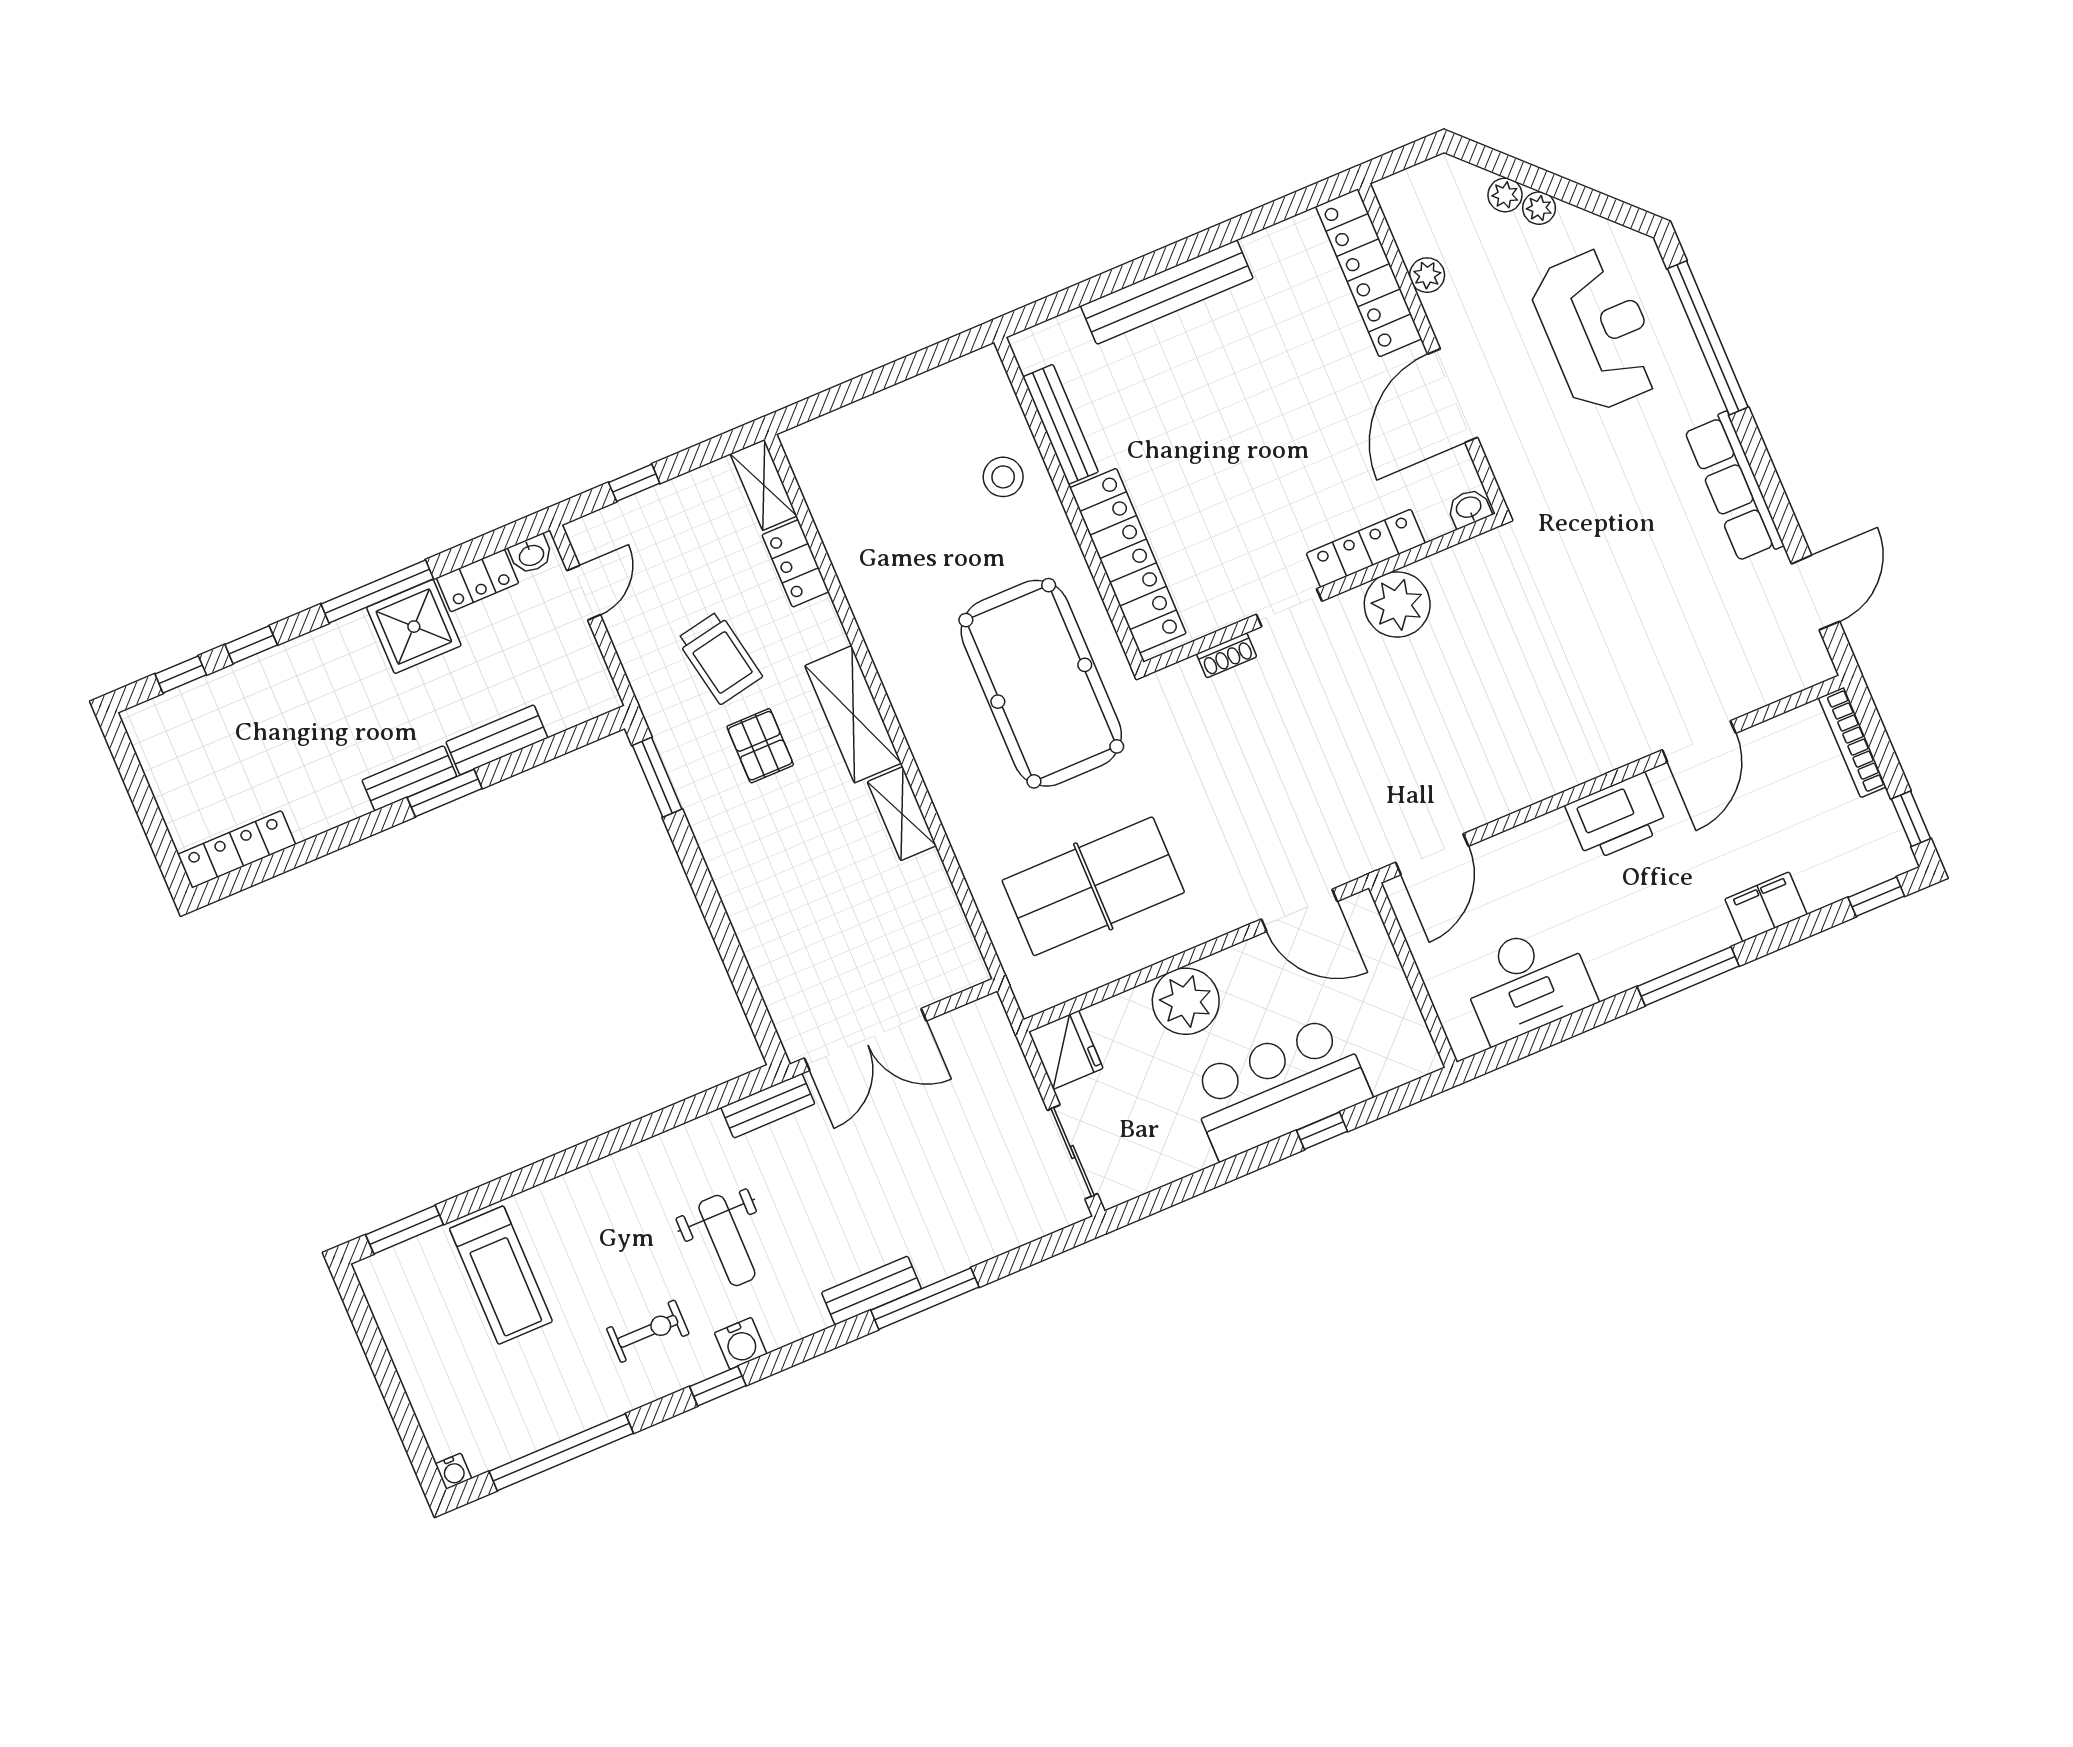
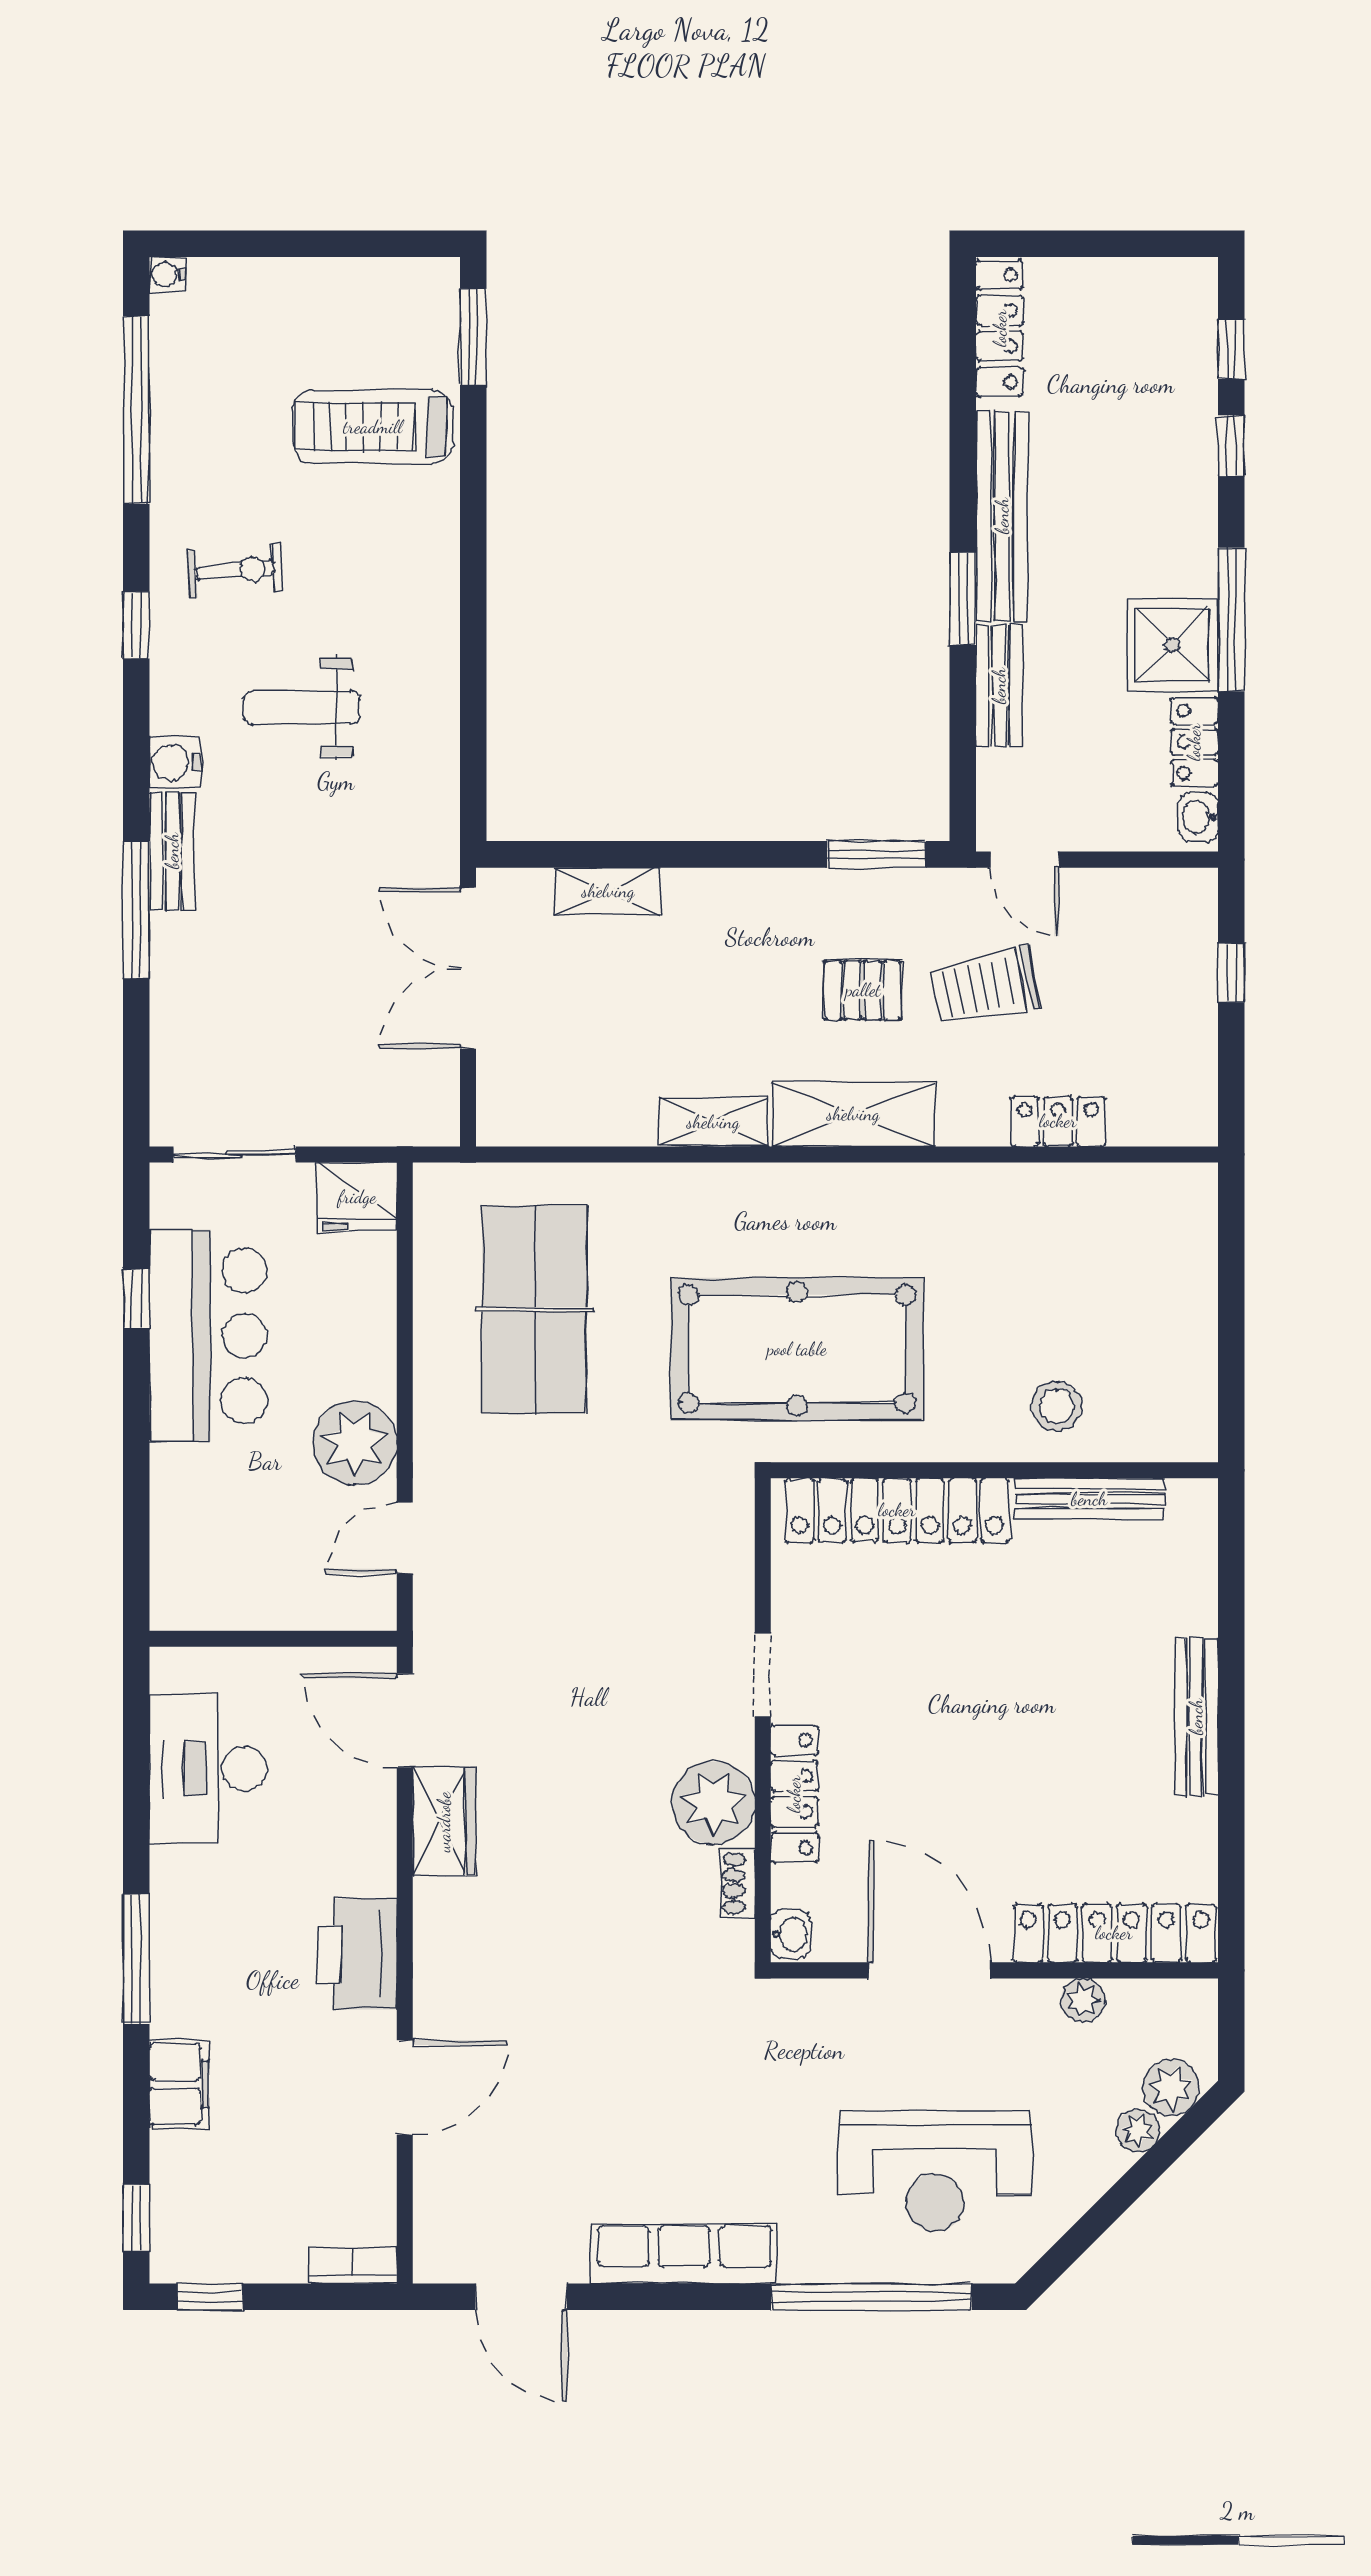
plant: (1539, 208) -> (1171, 2088), moved, width x1.38, depth x1.38
bench: (1167, 292) -> (1196, 1717), width x0.73, depth x0.82
shelving: (764, 485) -> (608, 891), moved
door: (584, 593) -> (1025, 860), moved
shoe rack: (1227, 655) -> (738, 1883), moved
door: (1699, 742) -> (405, 2087), swing flipped
bookcase: (1852, 742) -> (353, 2266), width x0.64
bench: (409, 778) -> (1002, 516), width x1.86, depth x1.21
wardrobe: (1494, 795) -> (444, 1822), added
door: (1299, 910) -> (405, 1538), width x0.73
plant: (1186, 1001) -> (355, 1443), moved
bar counter: (1279, 1088) -> (208, 1336), moved
bench: (768, 1106) -> (439, 822), removed
window: (1322, 1131) -> (136, 1299), moved
exercise bike: (648, 1331) -> (235, 571), turned -95
water cooler: (741, 1343) -> (175, 762), moved

